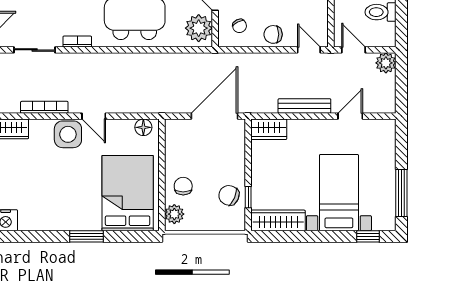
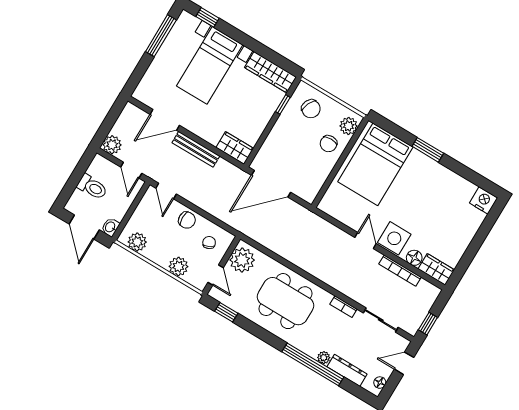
door: (350, 116) -> (165, 120), width x1.38
floor lamp: (143, 127) -> (414, 258), moved
chair: (229, 195) -> (311, 109), moved

